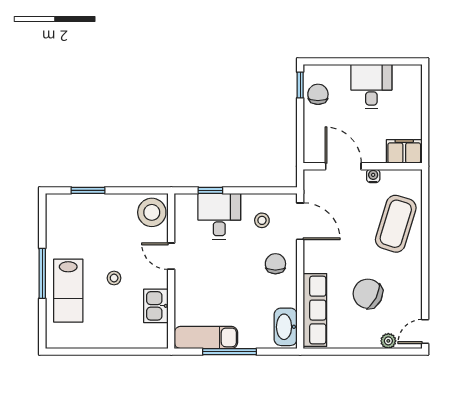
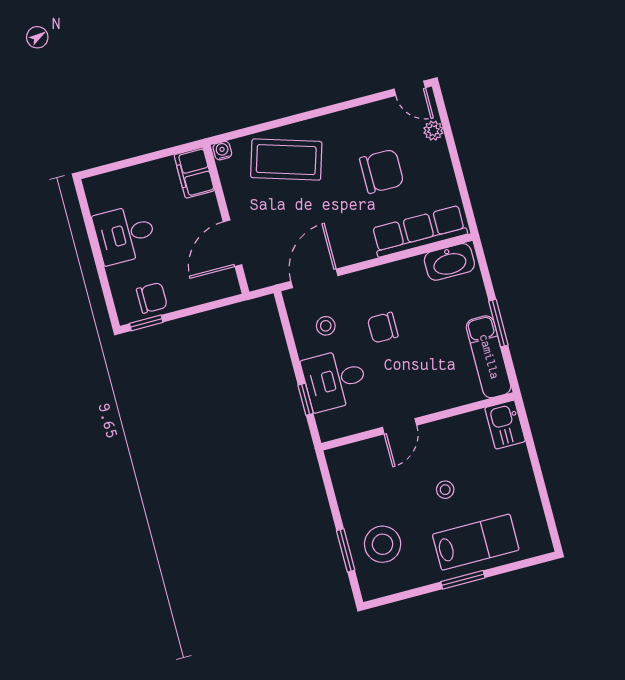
chair: (318, 94) -> (152, 298), turned 180
water cooler: (373, 176) -> (222, 151), moved, turned 90
stool: (152, 212) -> (383, 544), moved
chair: (275, 264) -> (383, 328), moved
window: (42, 273) -> (463, 580), width x0.69
chair: (368, 294) -> (382, 171), turned -117
kitchen sink: (156, 306) -> (505, 425), moved, turned 90
window: (230, 352) -> (498, 323), width x0.69

